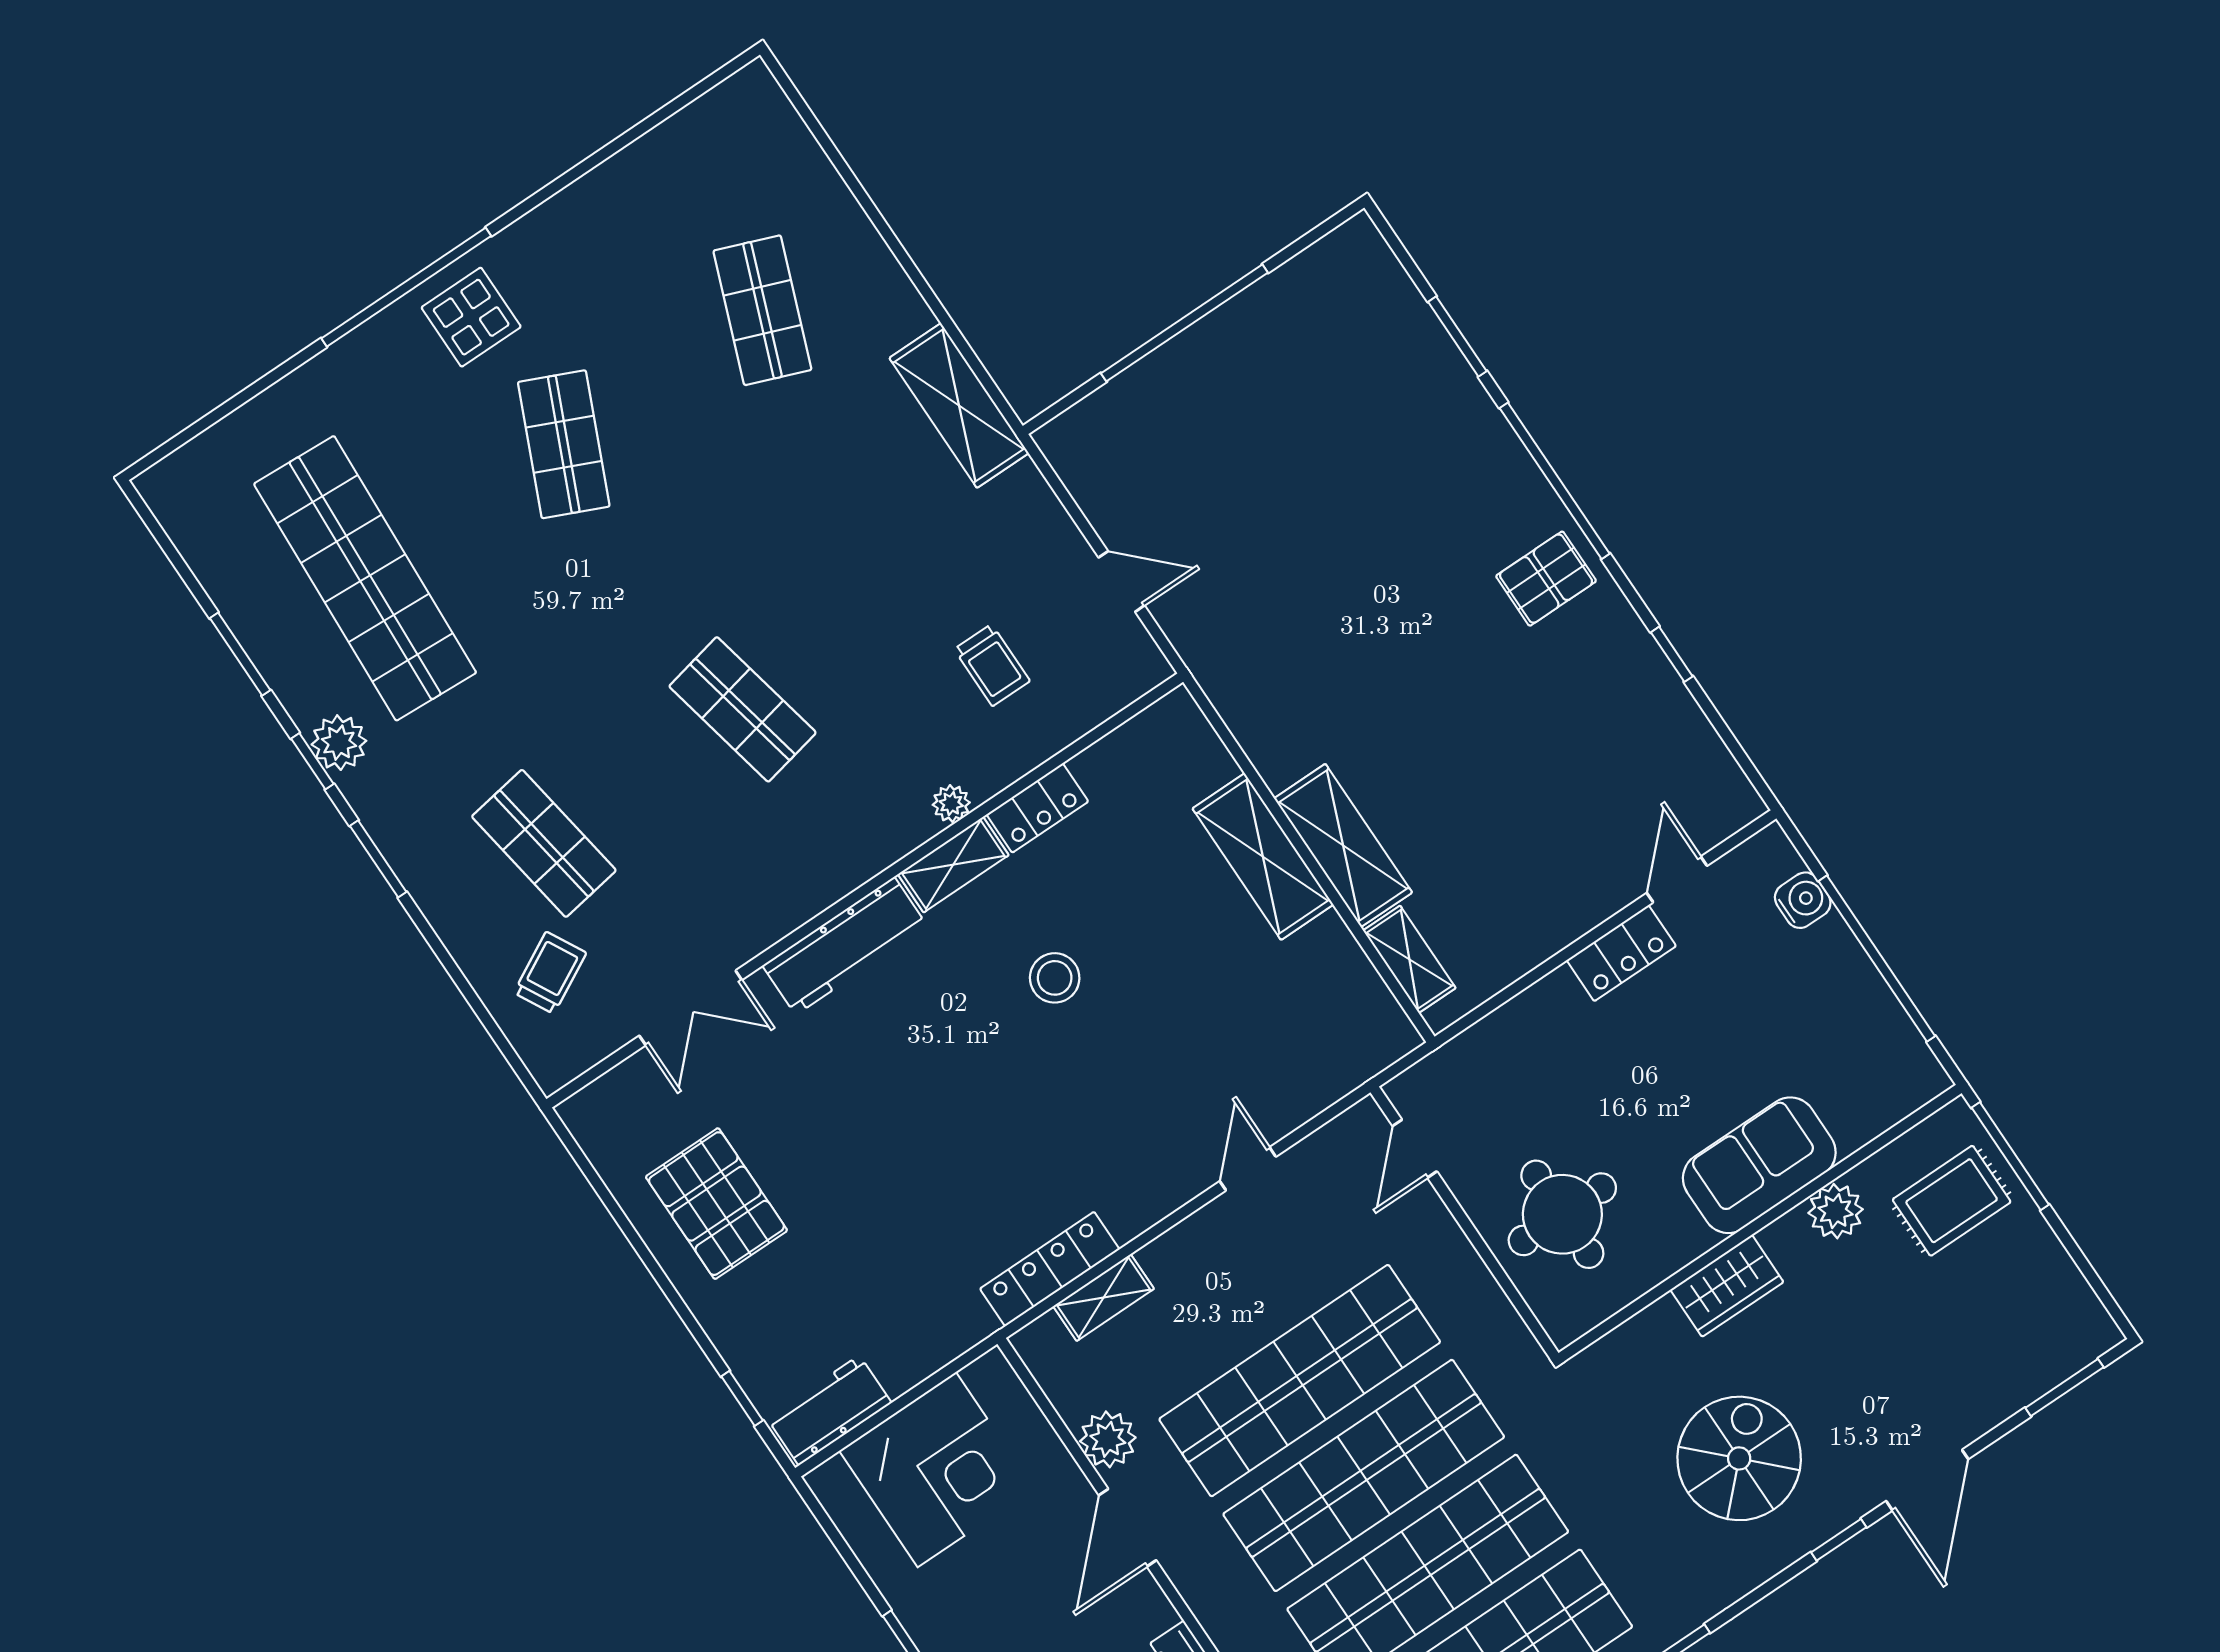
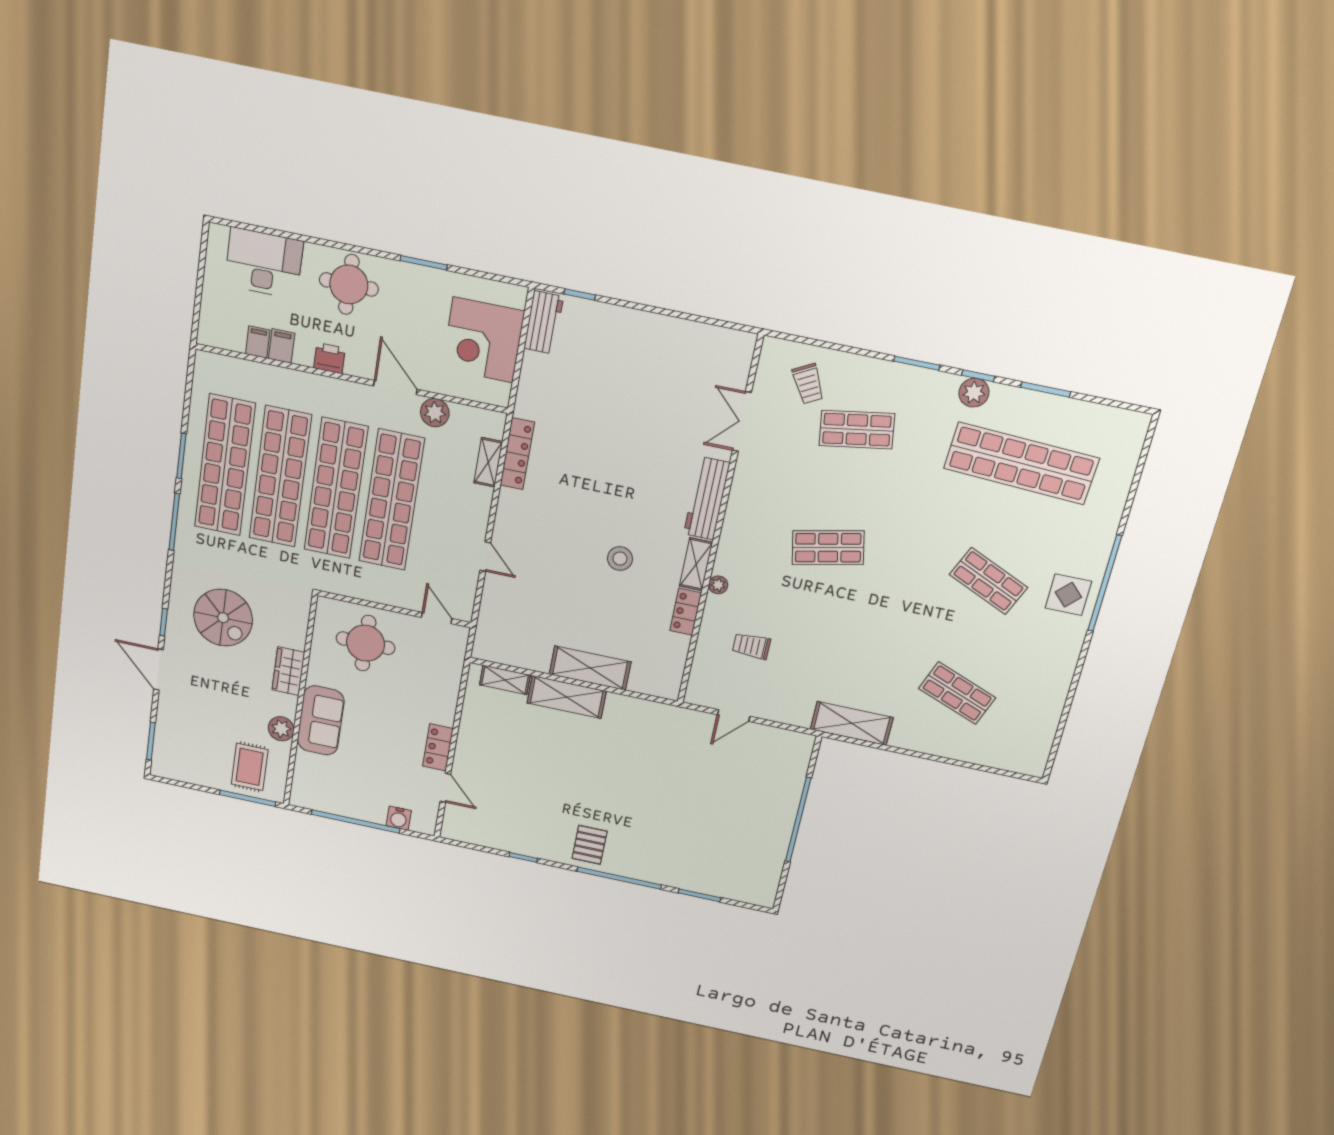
pallet: (716, 1204) -> (661, 358), removed

